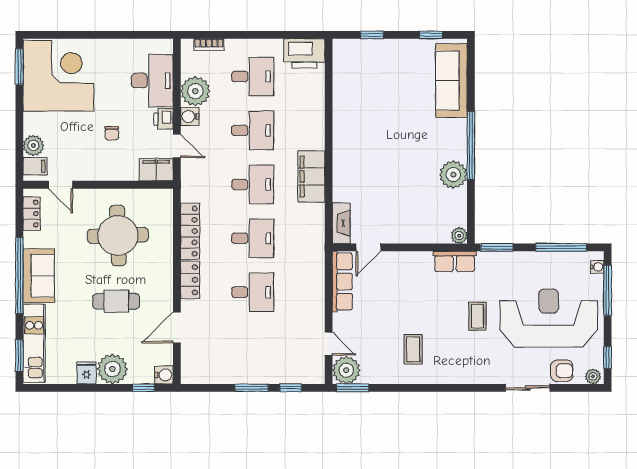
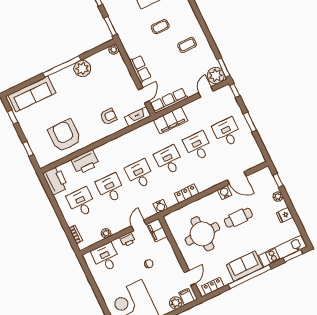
desk: (152, 81) -> (106, 257), width x0.73
plant: (195, 91) -> (106, 233), width x0.53, depth x0.53
armchair: (365, 99) -> (65, 136), added
printer: (310, 111) -> (85, 162), added
water cooler: (190, 117) -> (160, 206), moved
filing cabinet: (311, 177) -> (171, 120), moved
armchair: (362, 179) -> (108, 117), added
locker: (190, 231) -> (187, 194), width x0.66
door: (368, 247) -> (144, 95), hinge flipped
row of seats: (455, 261) -> (140, 69), moved
locker: (190, 280) -> (207, 183), removed
cafe table: (116, 301) -> (238, 218), turned 90
coffee table: (477, 316) -> (160, 27), moved
desk: (253, 346) -> (227, 132), added
plant: (112, 369) -> (278, 196), width x0.53, depth x0.53
water cooler: (164, 375) -> (225, 193), moved
window: (291, 388) -> (235, 91), moved

